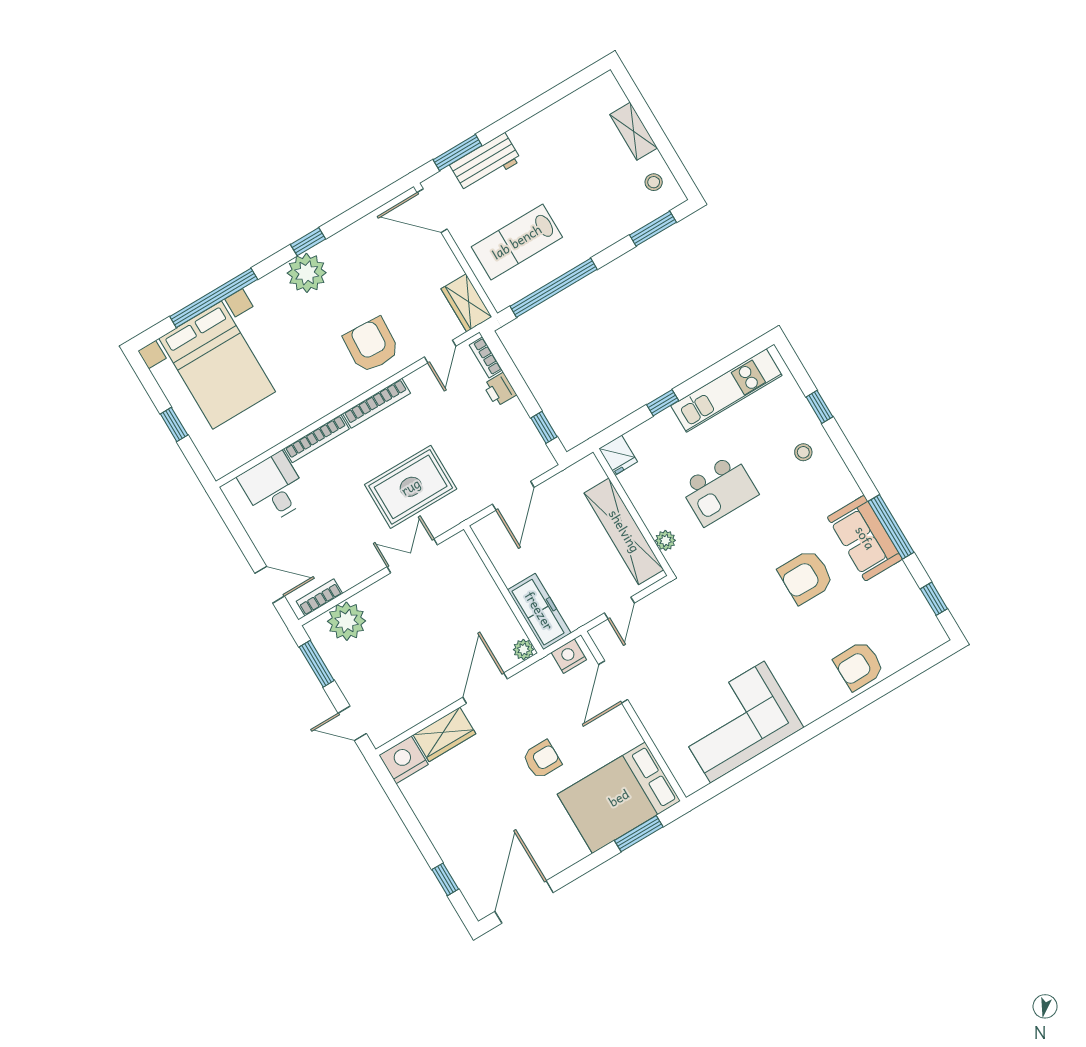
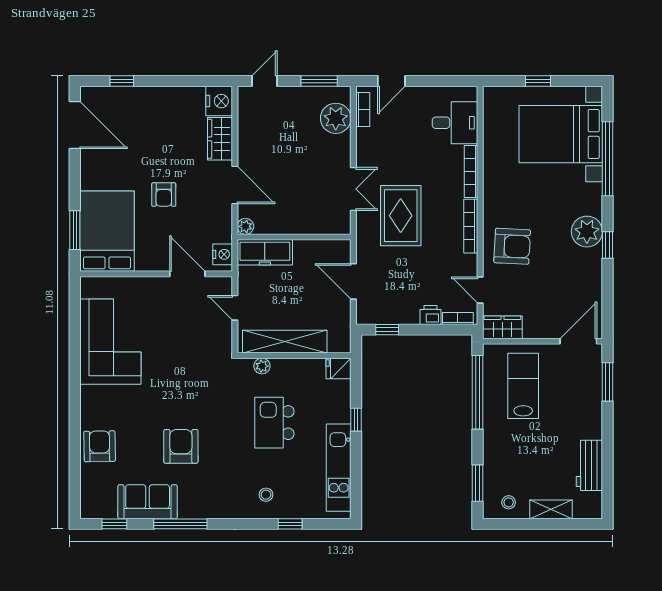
workbench: (486, 163) -> (589, 465), moved
sofa: (865, 538) -> (148, 502), moved

